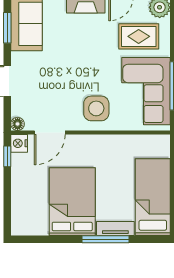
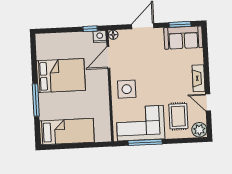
door: (50, 132) -> (108, 57), hinge flipped
tv unit: (115, 229) -> (44, 106), removed

